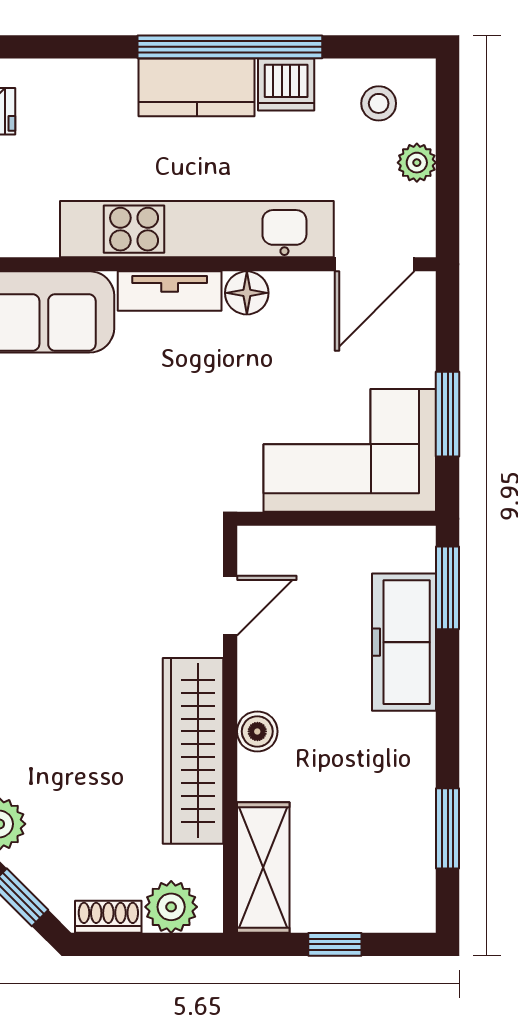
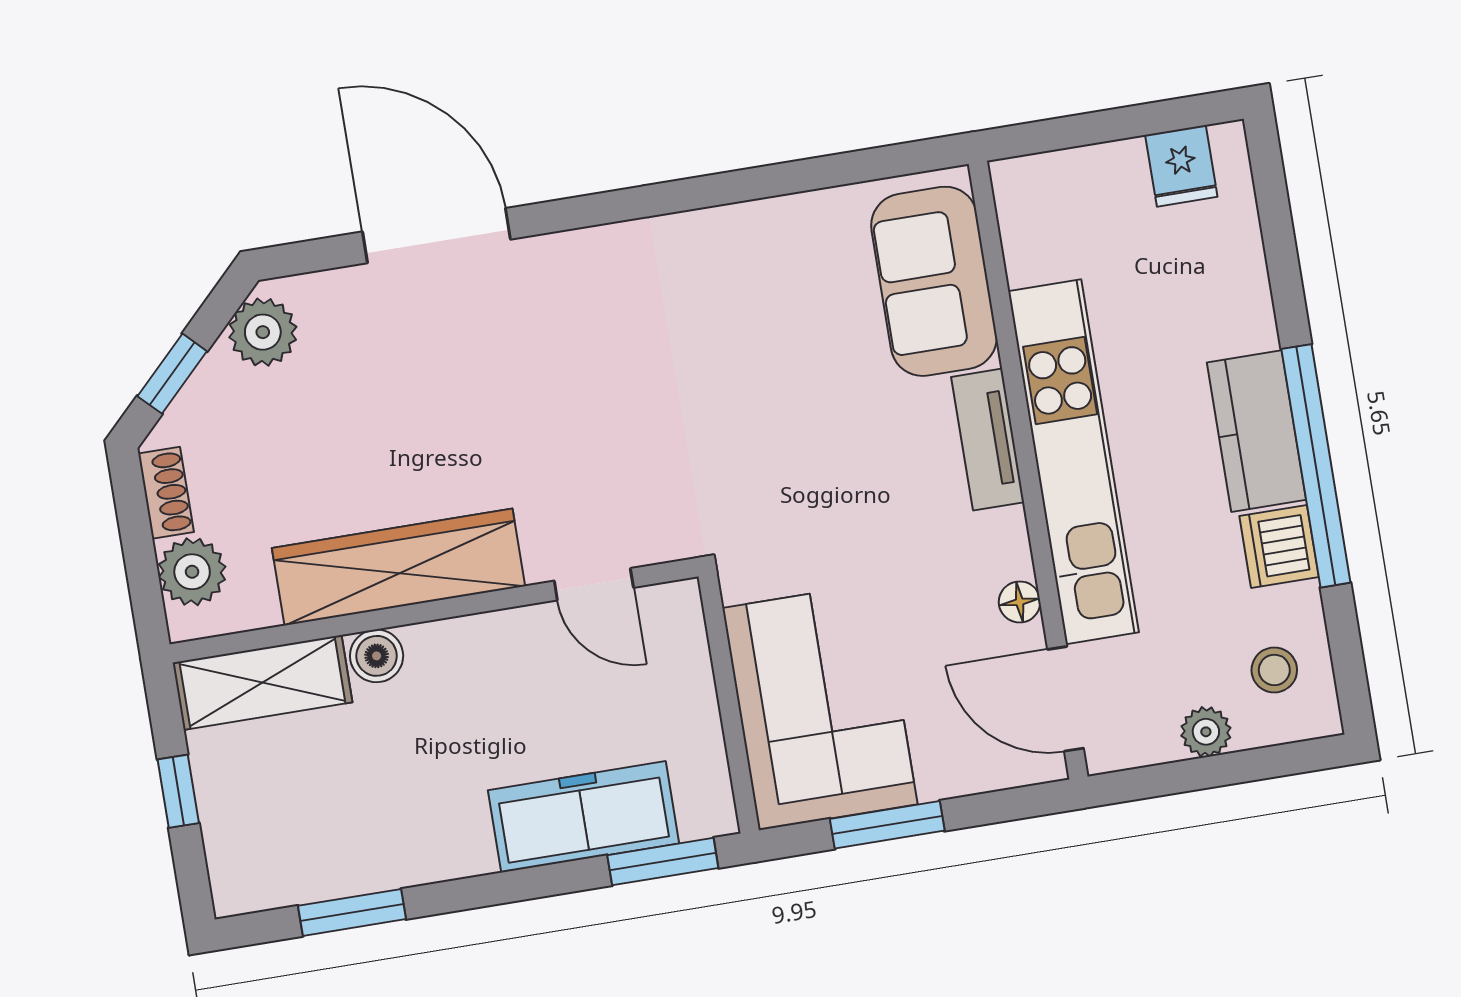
floor lamp: (247, 293) -> (1020, 602), moved, width x0.73, depth x0.73
boiler: (257, 731) -> (377, 656), moved

